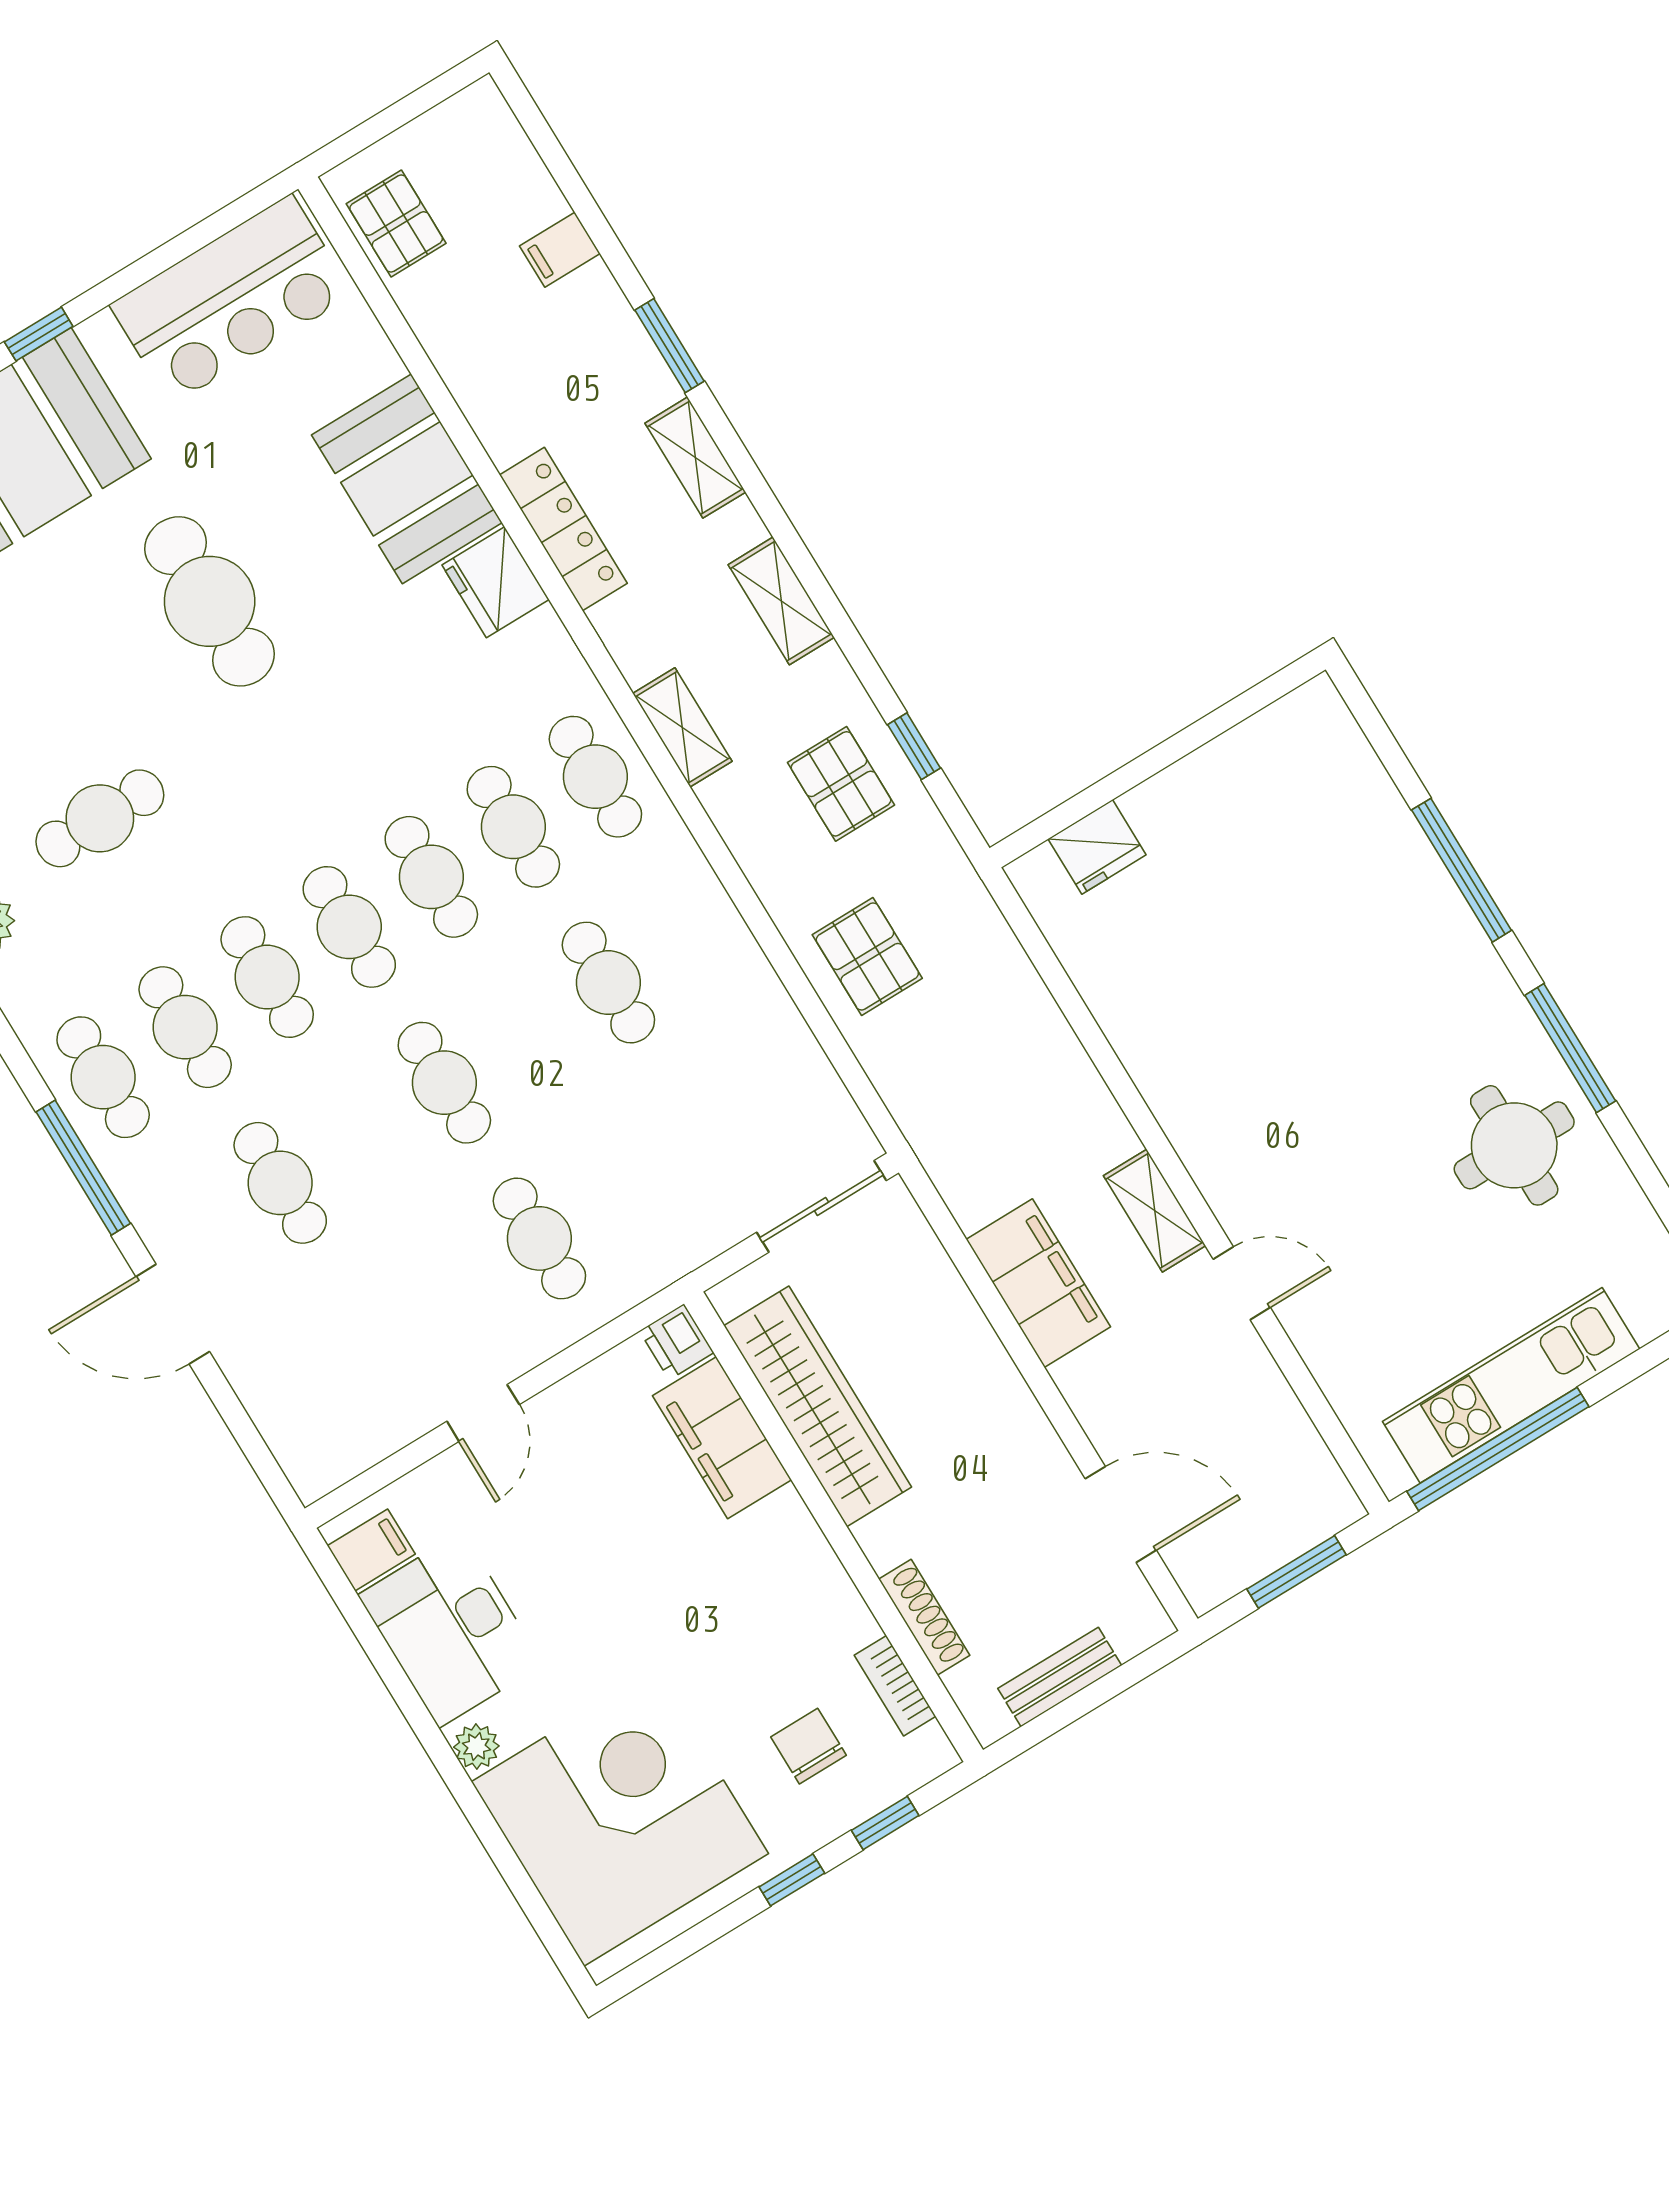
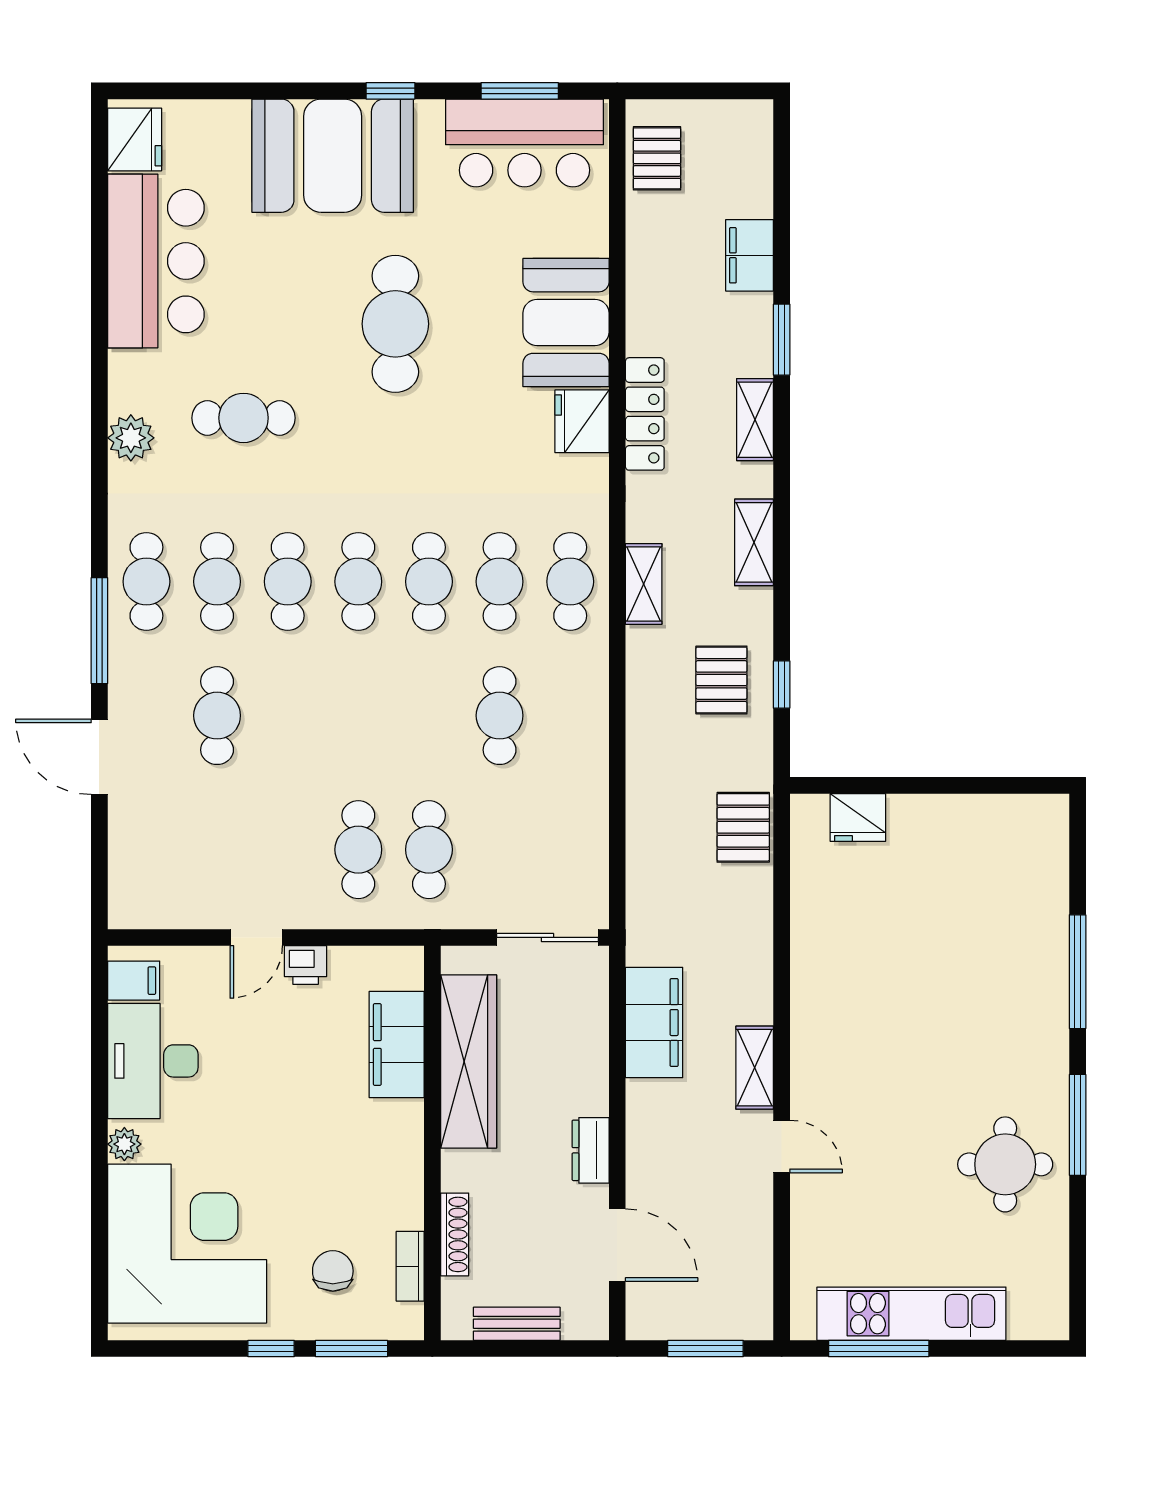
window: (189, 242) -> (520, 91), added
filing cabinet: (560, 250) -> (750, 255), width x2.00
pallet: (867, 957) -> (743, 827), moved
cafe table: (444, 1083) -> (429, 850), moved
filing cabinet: (1038, 1283) -> (654, 1023), moved
printer: (677, 1342) -> (306, 965), moved, turned -90
dresser: (1023, 1423) -> (591, 1150), added
window: (1498, 1449) -> (879, 1348), width x0.68
window: (885, 1823) -> (351, 1348), width x1.50

